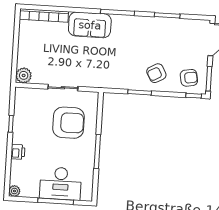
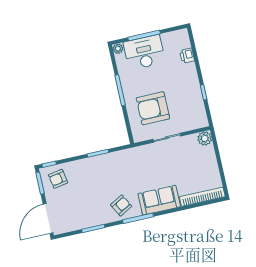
armchair: (156, 73) -> (121, 205), moved
printer: (18, 152) -> (187, 56), moved
plant: (14, 191) -> (118, 49), moved

